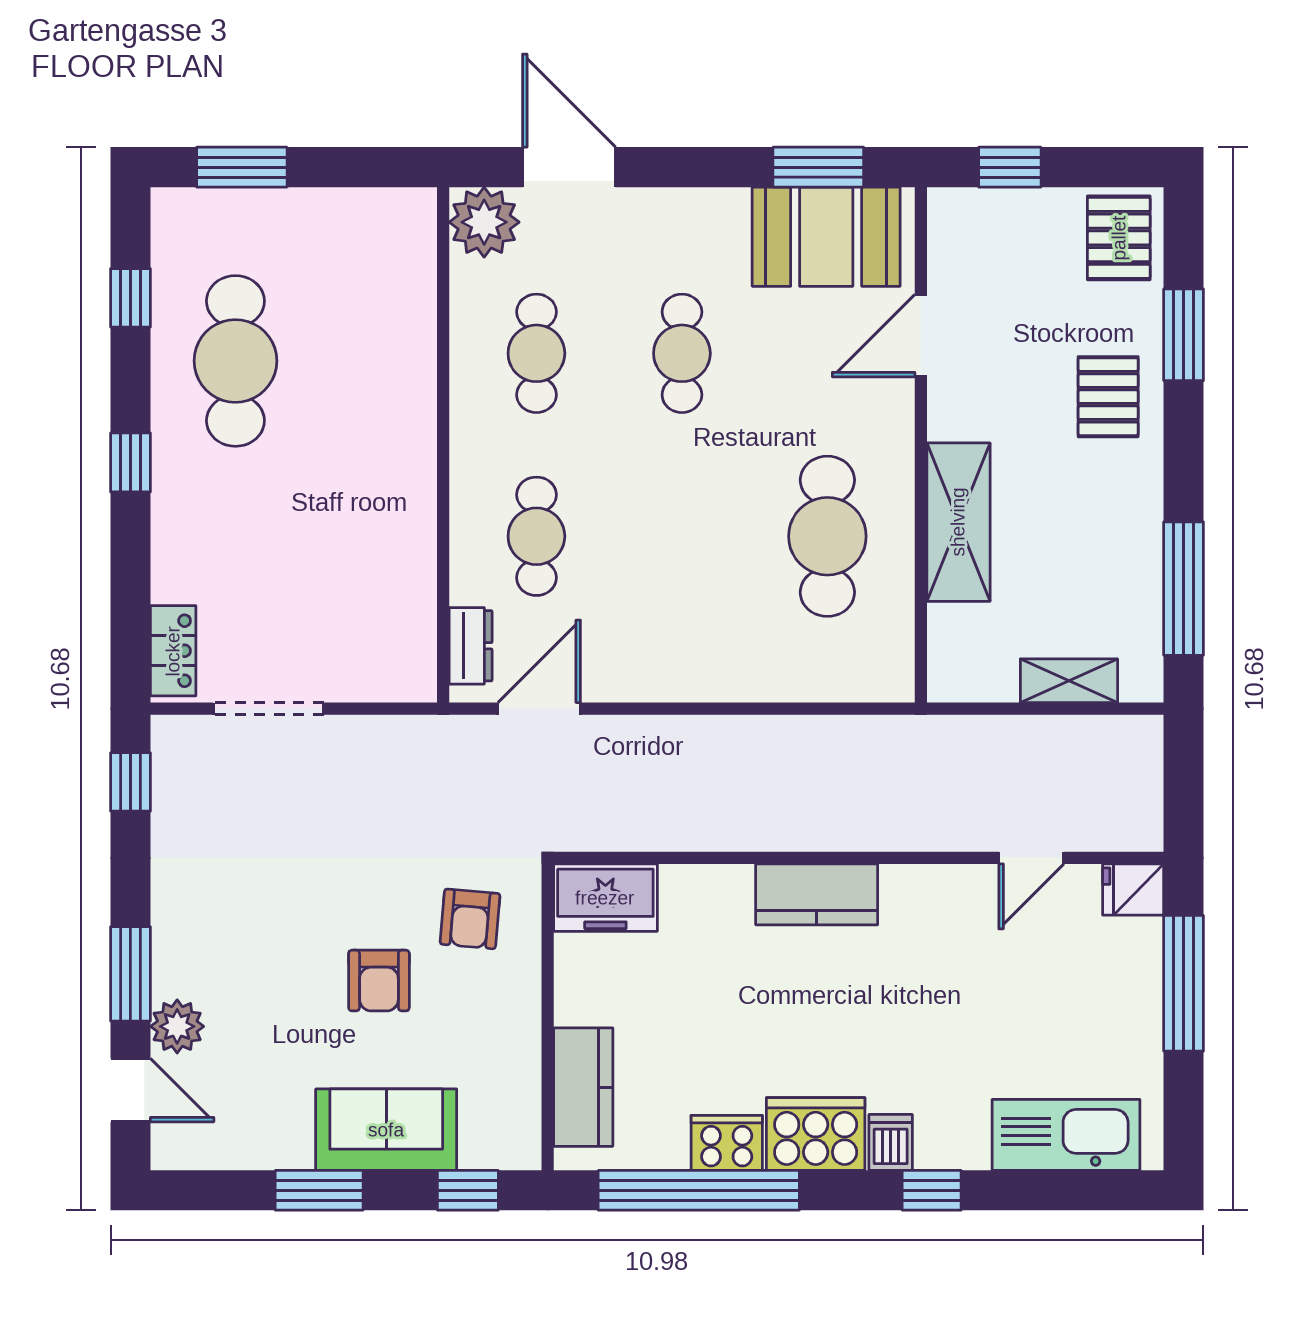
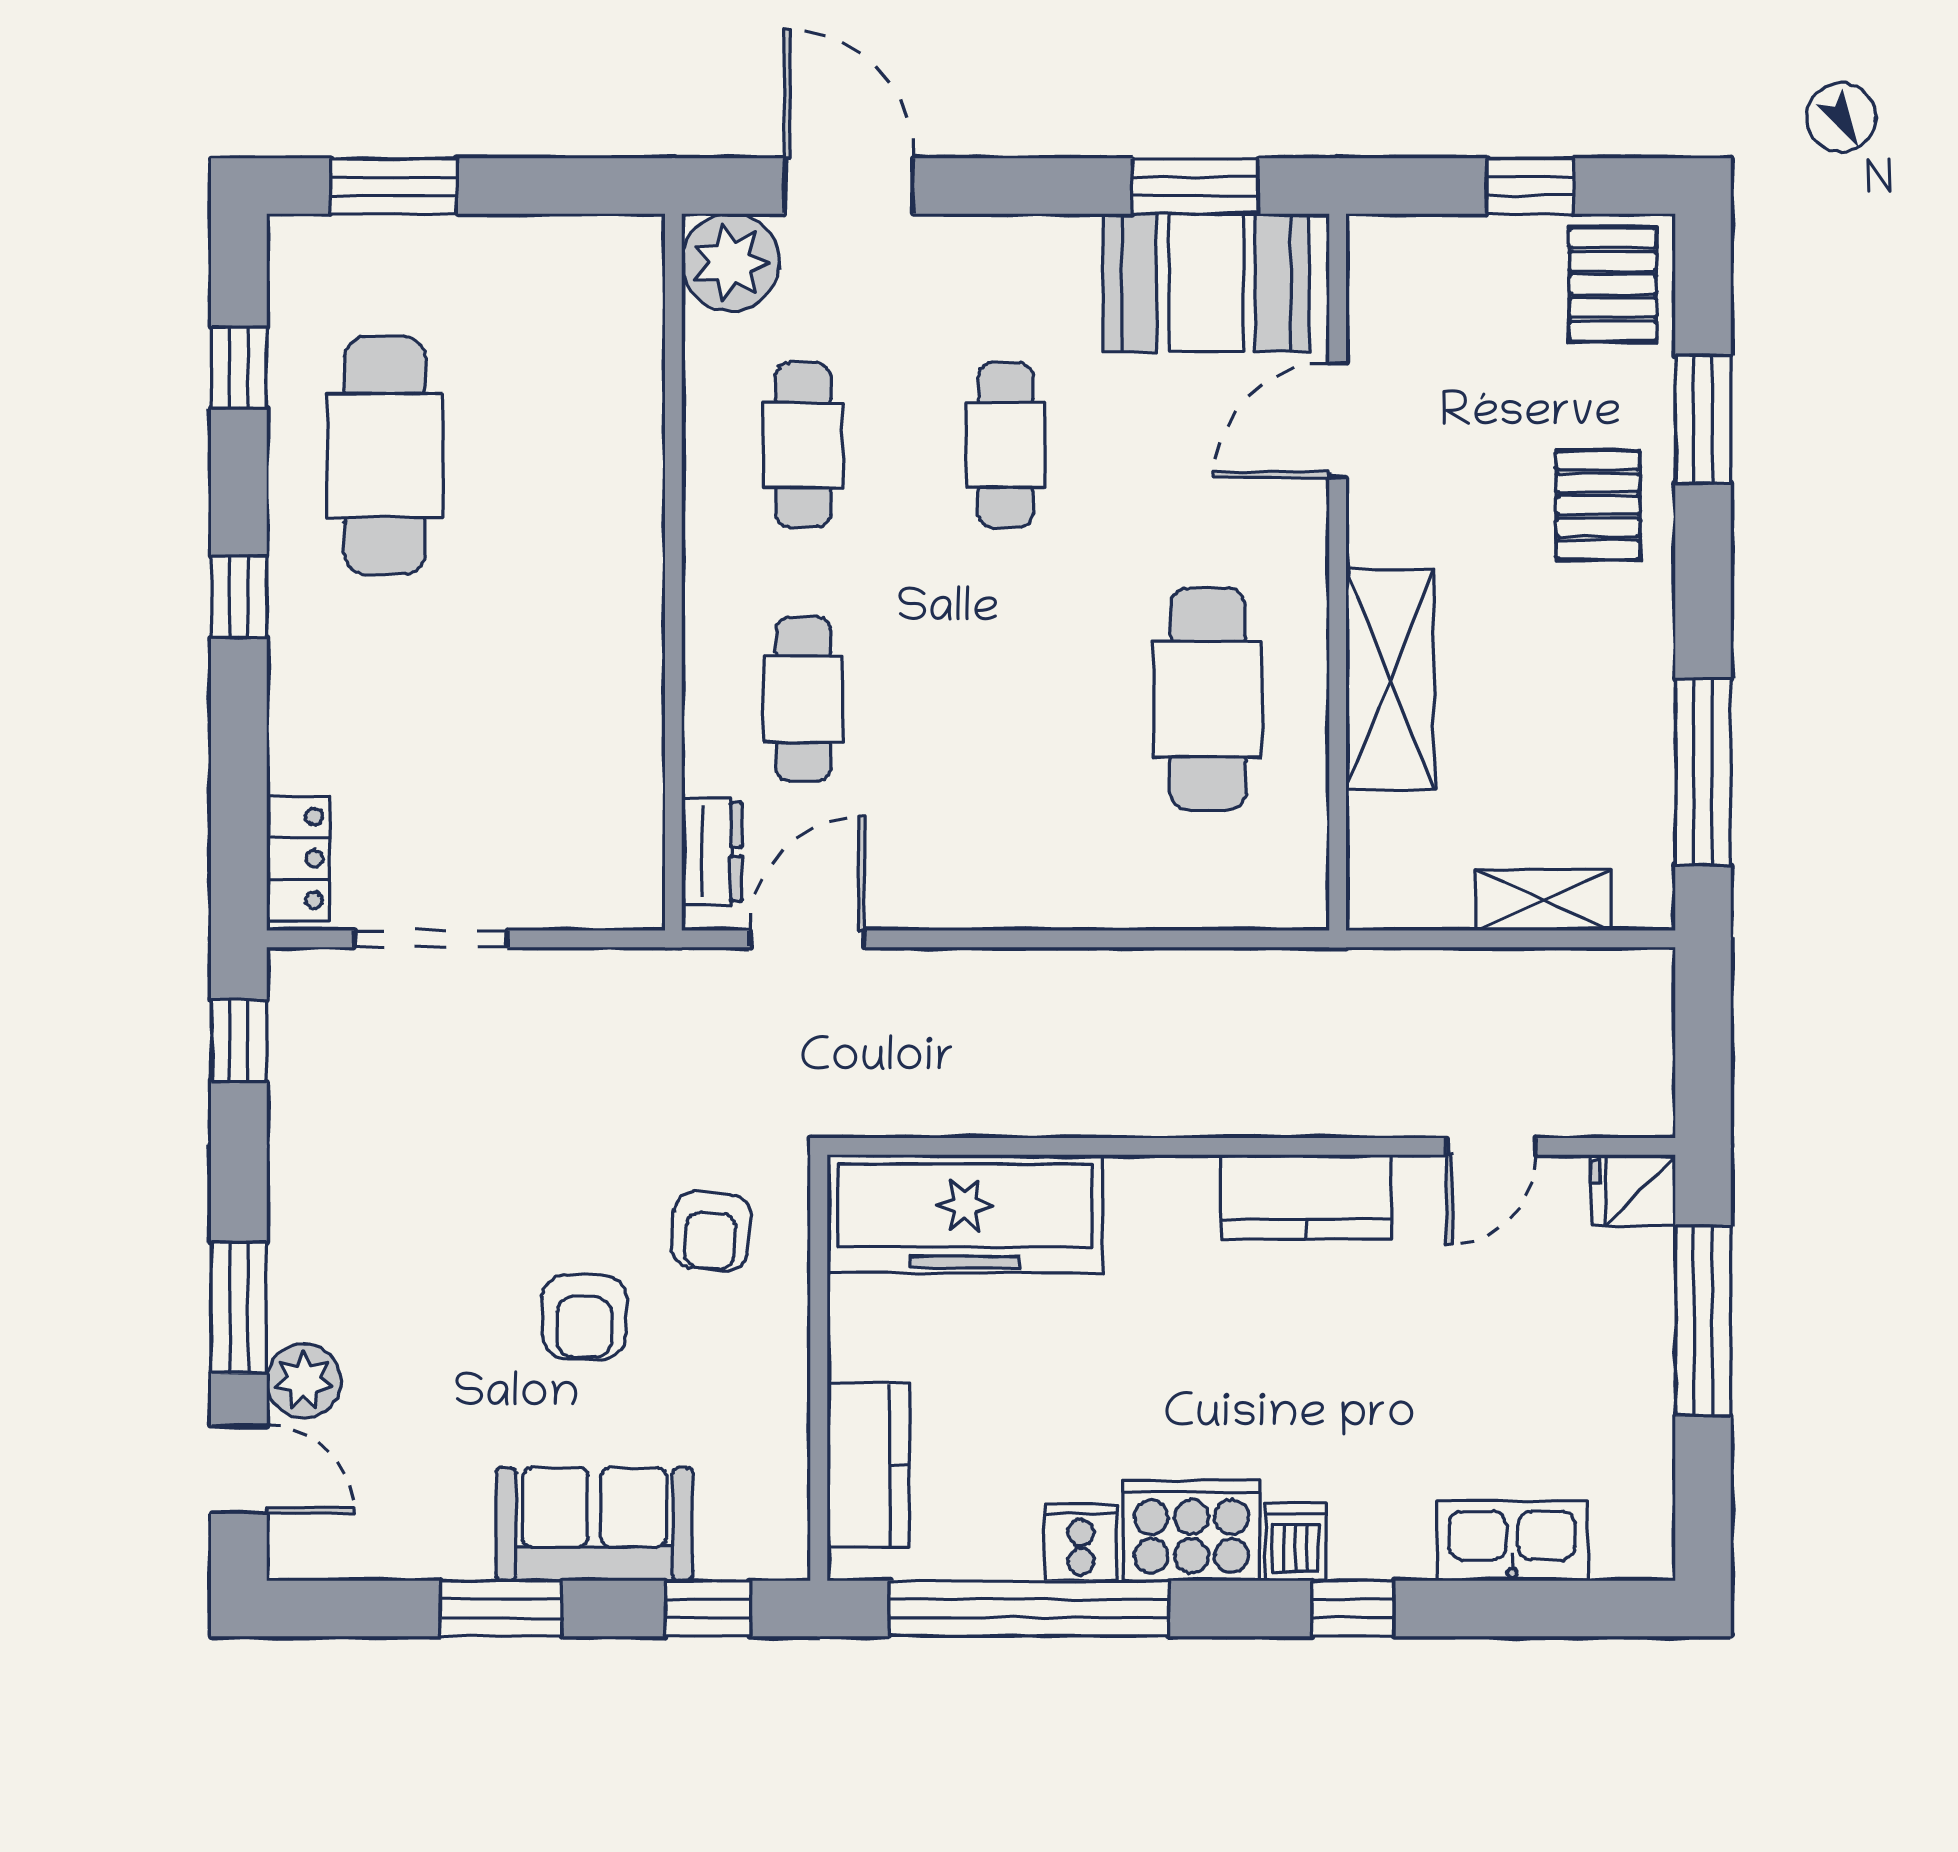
window: (1010, 167) -> (1530, 186), moved
kitchen counter: (817, 894) -> (1306, 1197), moved
freezer: (605, 898) -> (965, 1214), width x1.91, depth x1.26
kitchen sink: (1066, 1135) -> (1512, 1541), width x0.73, depth x0.81
cooker: (727, 1143) -> (1081, 1543), width x0.73

